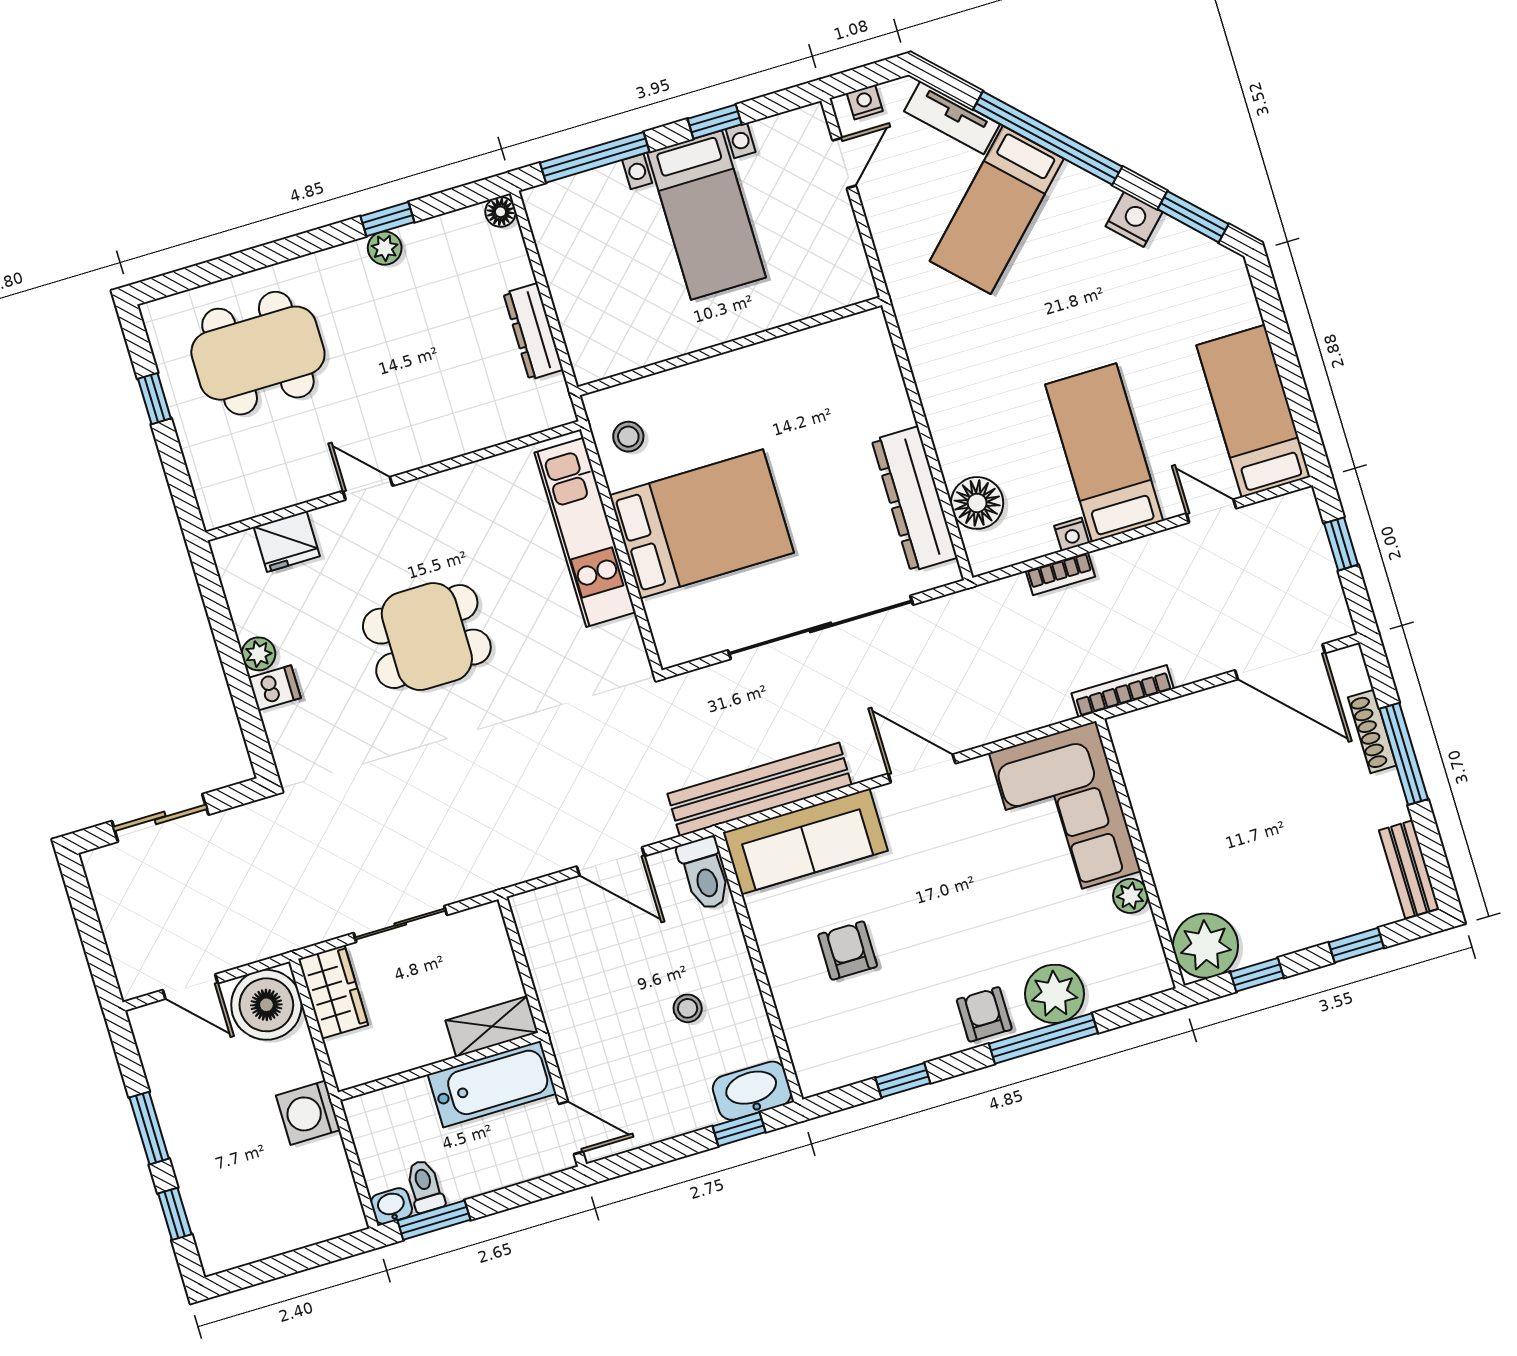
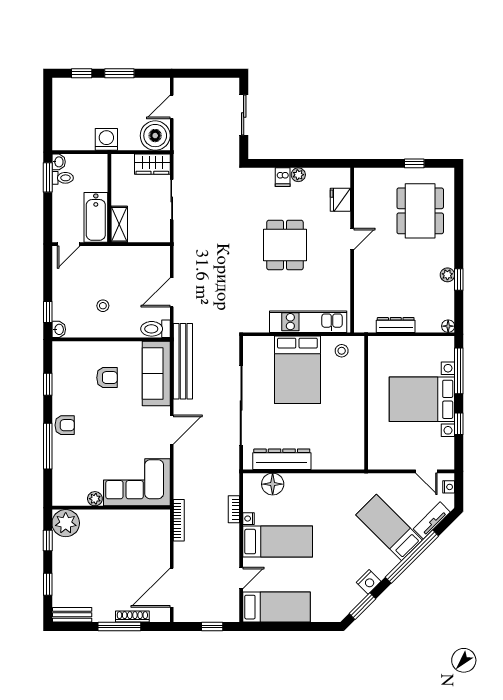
bed with nightstands: (707, 215) -> (422, 399), width x1.36
plant: (1054, 994) -> (64, 456), removed
washbasin: (752, 1091) -> (59, 329), width x0.52, depth x0.69

